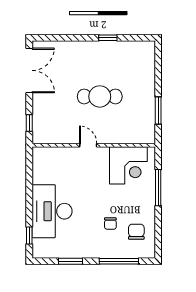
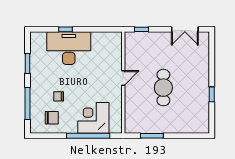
double door: (29, 70) -> (185, 29), width x0.73
corner desk: (128, 165) -> (93, 118), moved, turned 90
window: (158, 188) -> (88, 136), width x1.46
window: (29, 236) -> (66, 29), moved

